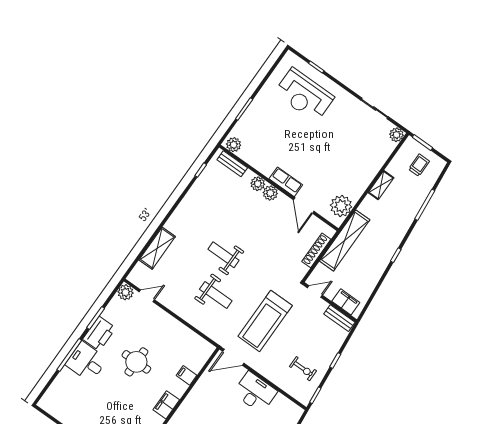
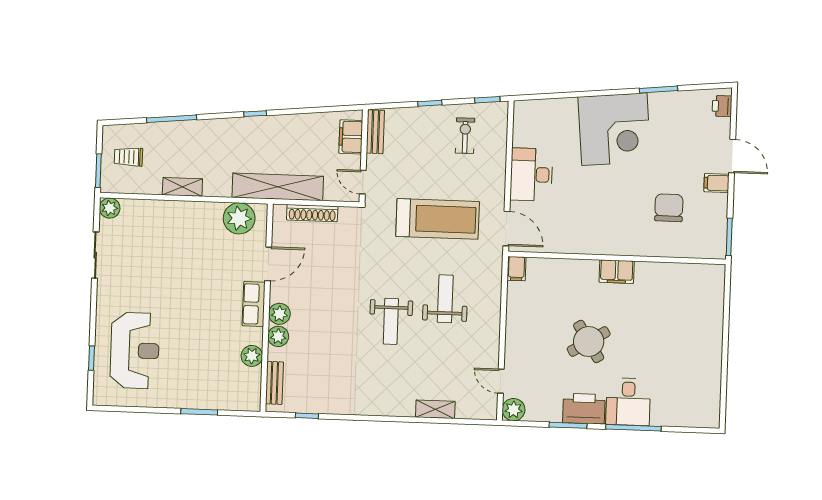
plant: (234, 145) -> (252, 356), moved
shelving: (157, 248) -> (435, 409), width x0.67, depth x0.75
round table: (136, 362) -> (589, 342), turned -32
filing cabinet: (187, 375) -> (516, 269), moved

